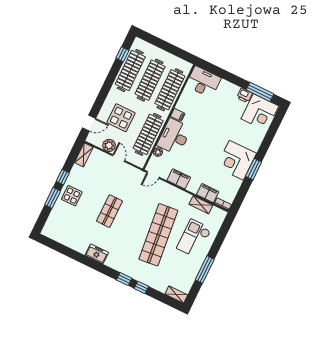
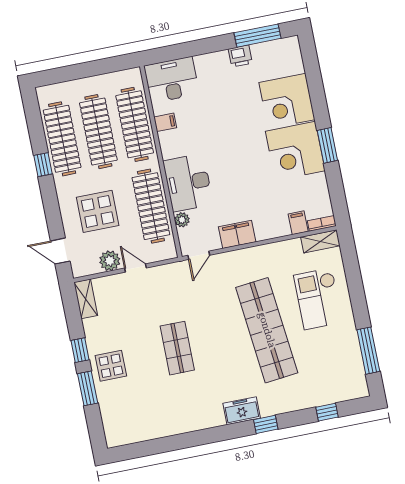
window: (122, 54) -> (43, 165), moved
corner desk: (260, 112) -> (287, 101), moved, turned 90
filing cabinet: (178, 115) -> (165, 122), moved
door: (89, 123) -> (60, 251), swing flipped
filing cabinet: (208, 193) -> (298, 223), width x0.50
shelving: (201, 205) -> (320, 241), moved
freezer: (97, 254) -> (242, 411), moved
window: (205, 270) -> (368, 351), moved
window: (141, 287) -> (327, 412), moved
shelving: (176, 294) -> (351, 392), removed

